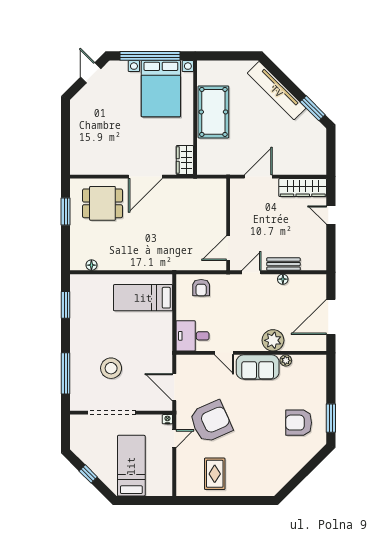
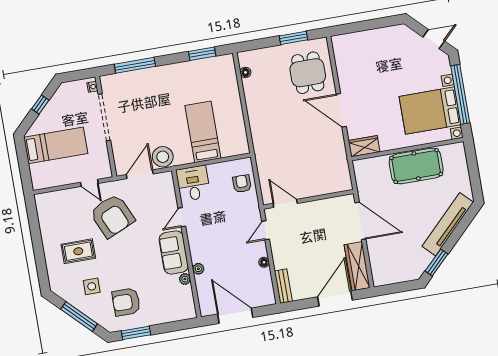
door: (258, 177) -> (360, 221), width x1.36
door: (331, 215) -> (335, 298), width x1.87
bench: (283, 264) -> (283, 286), moved
door: (251, 272) -> (265, 230), swing flipped
armchair: (201, 288) -> (242, 184), turned 90
bed: (143, 298) -> (203, 132), moved
plant: (273, 340) -> (198, 269), width x0.53, depth x0.53
stool: (111, 368) -> (163, 157), moved
nightstand: (167, 419) -> (92, 87), moved
armchair: (299, 423) -> (126, 302), turned -90
side table: (277, 454) -> (92, 286), added
window: (305, 472) -> (79, 317), added
rug: (215, 474) -> (78, 251), moved

